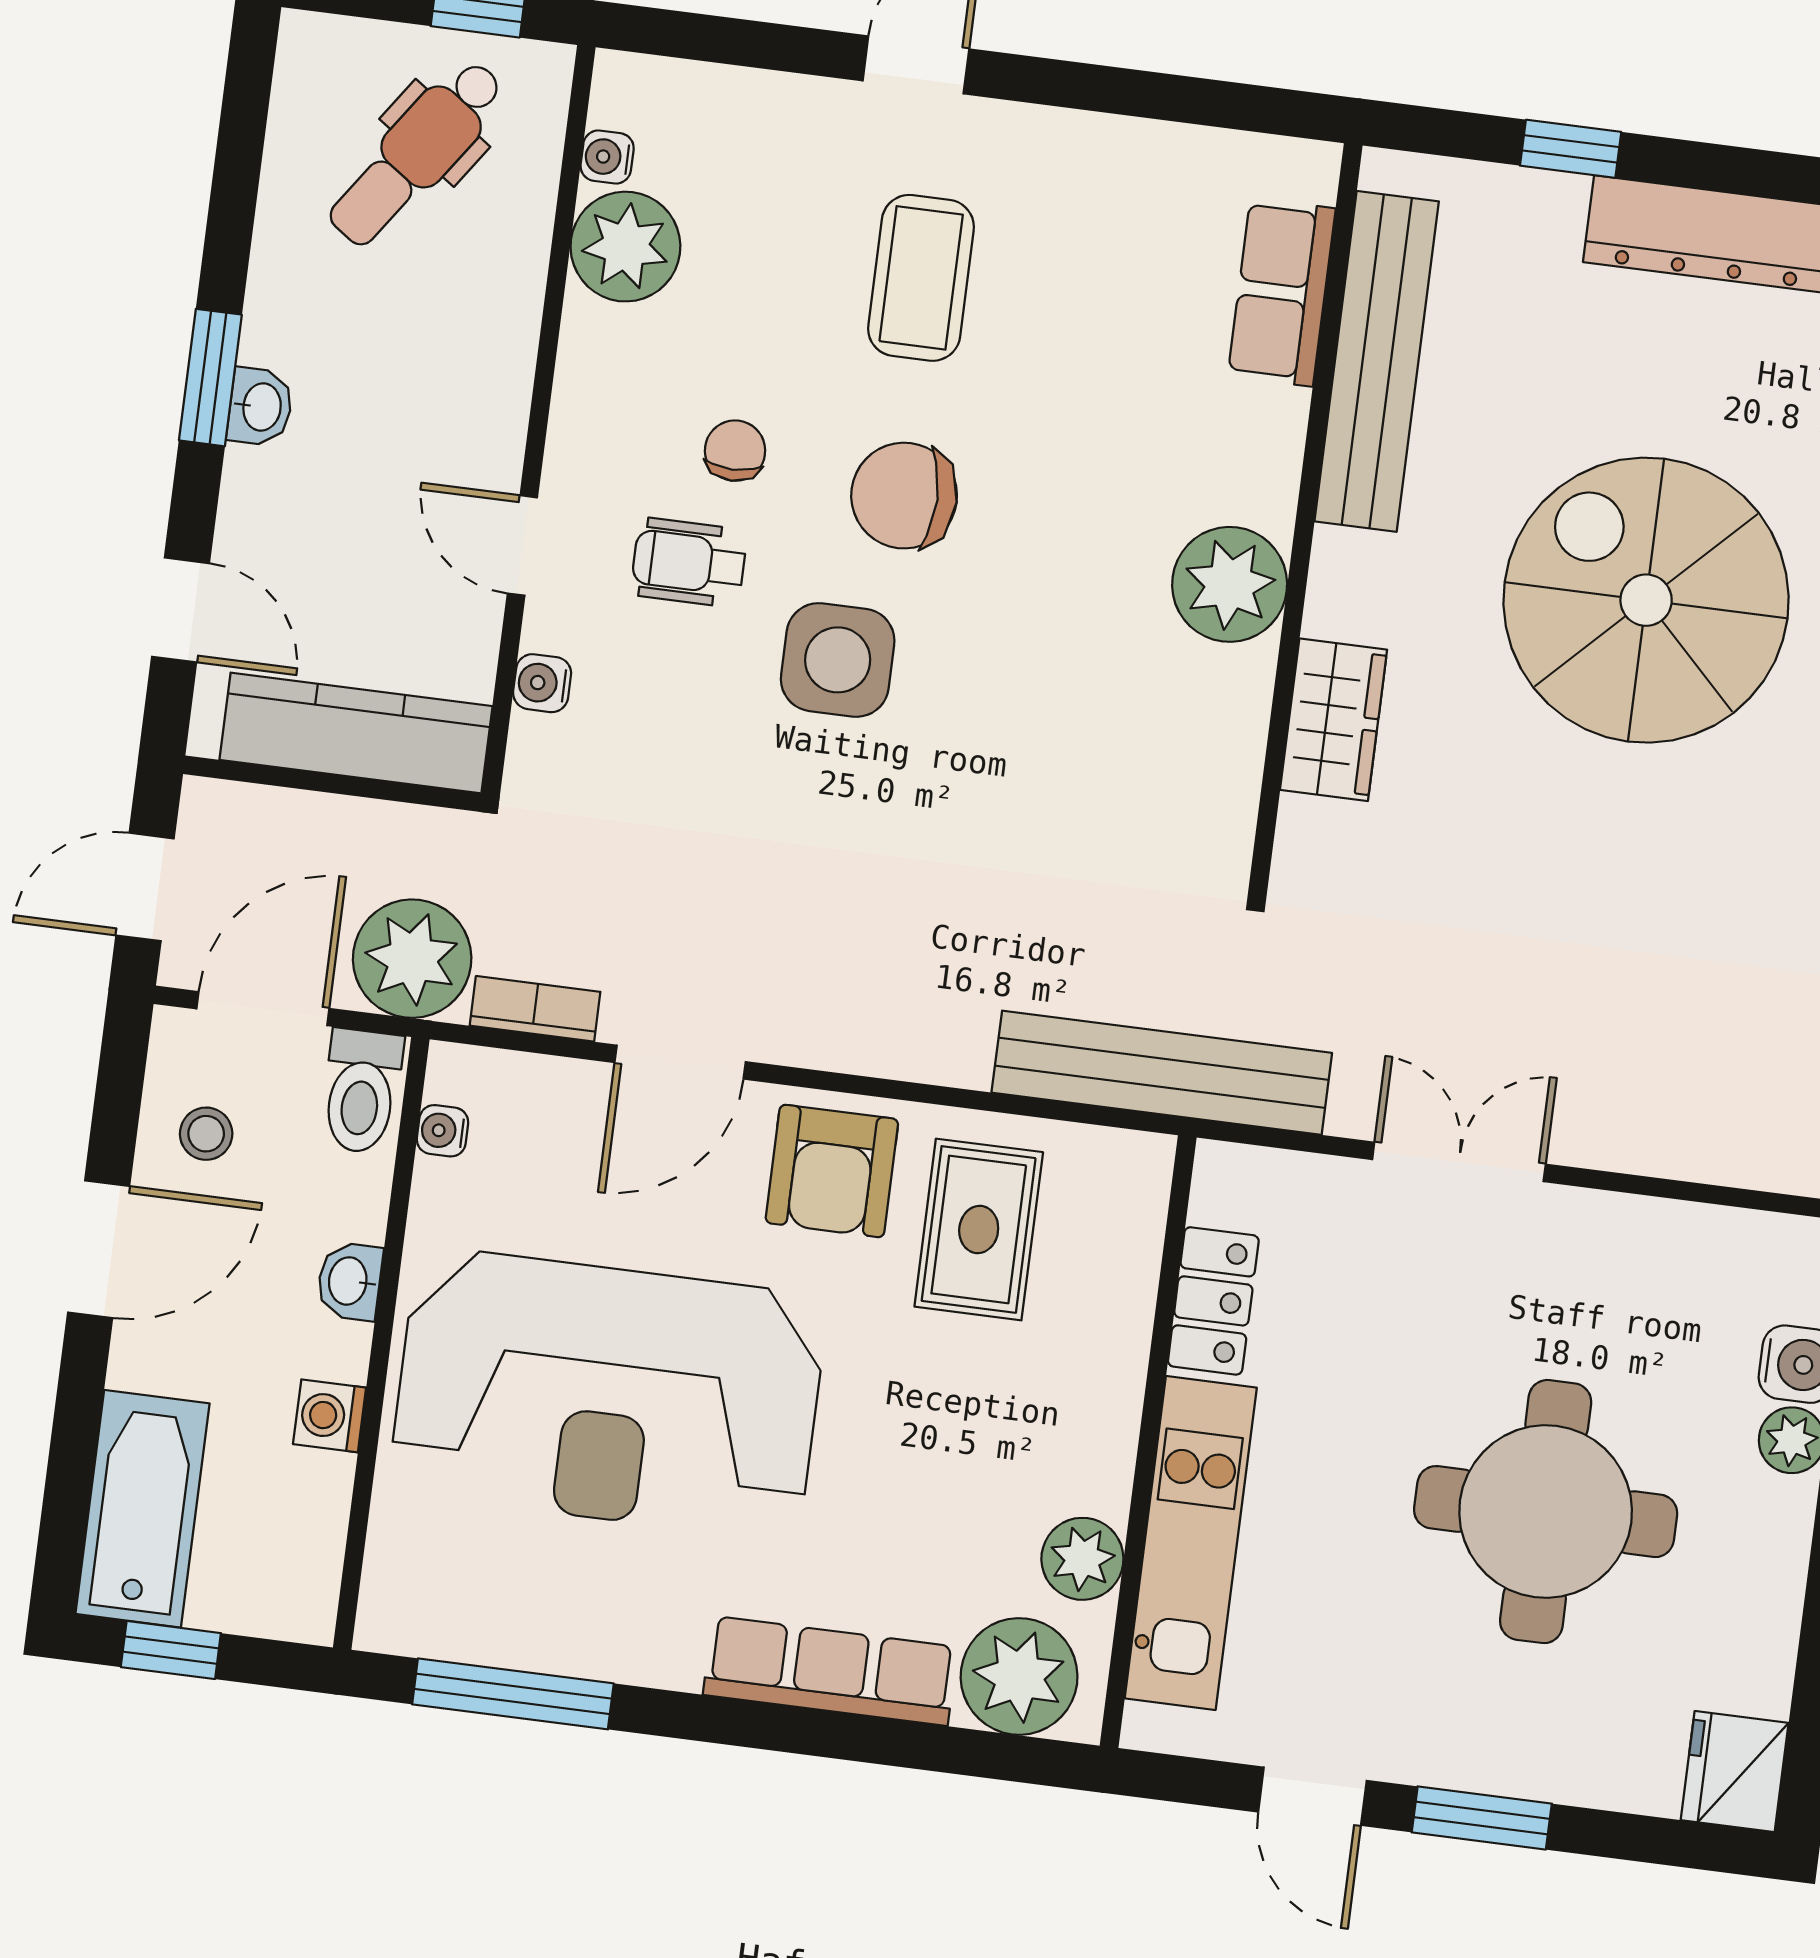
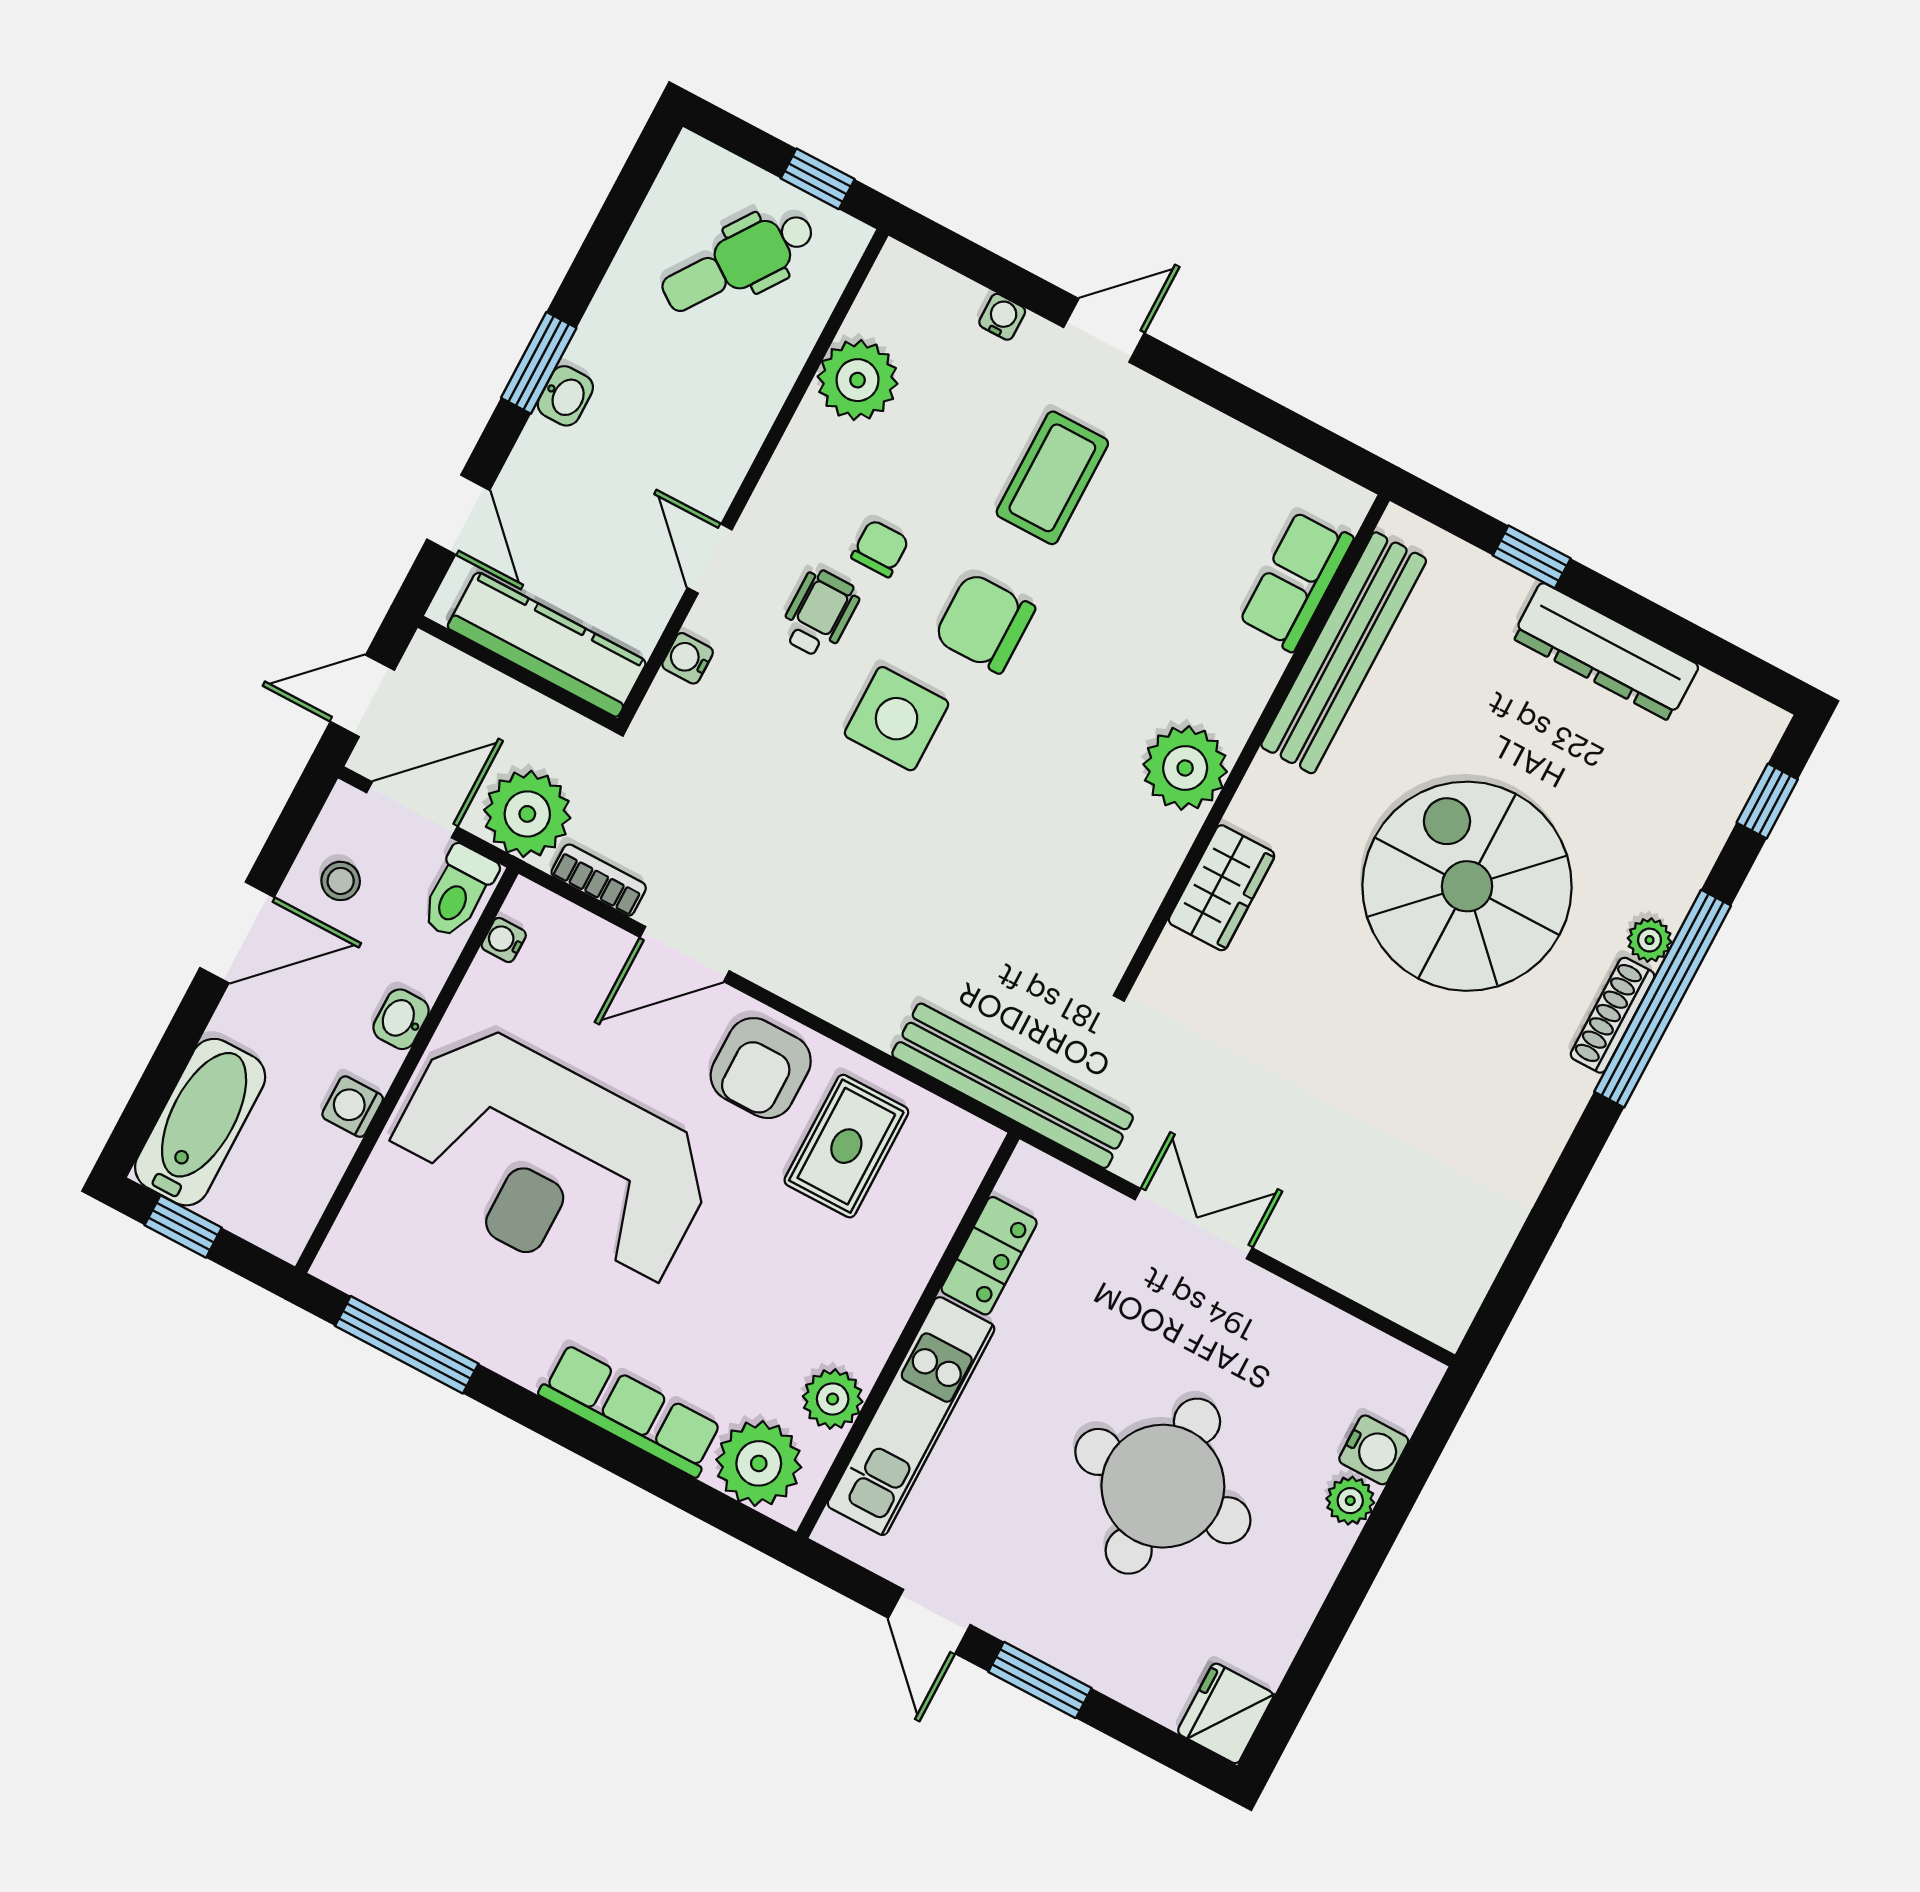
water cooler: (607, 157) -> (1002, 317), moved, turned 90
wheelchair: (689, 563) -> (819, 613), turned 90

